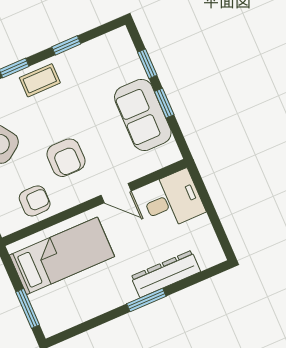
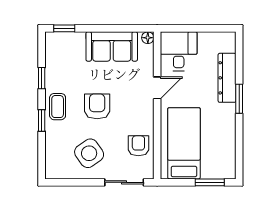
window: (147, 64) -> (64, 28), moved
window: (164, 103) -> (110, 28), removed
floor lamp: (173, 155) -> (148, 38), added
armchair: (66, 158) -> (97, 106), moved, turned -90

